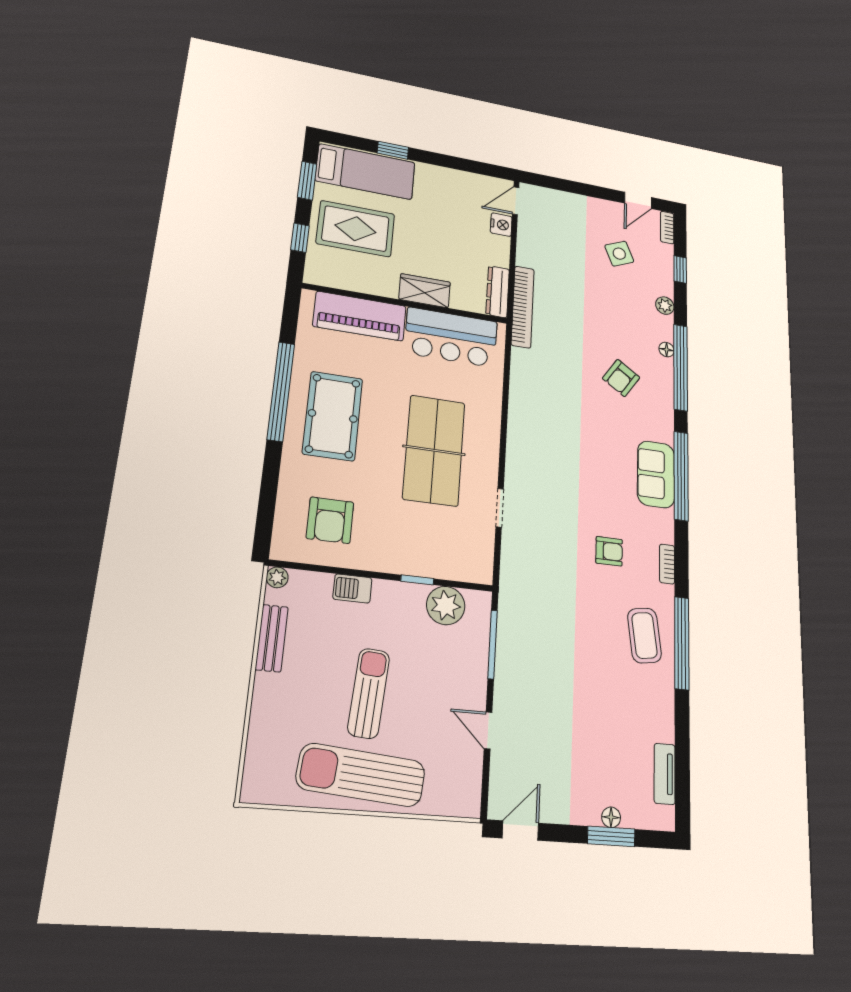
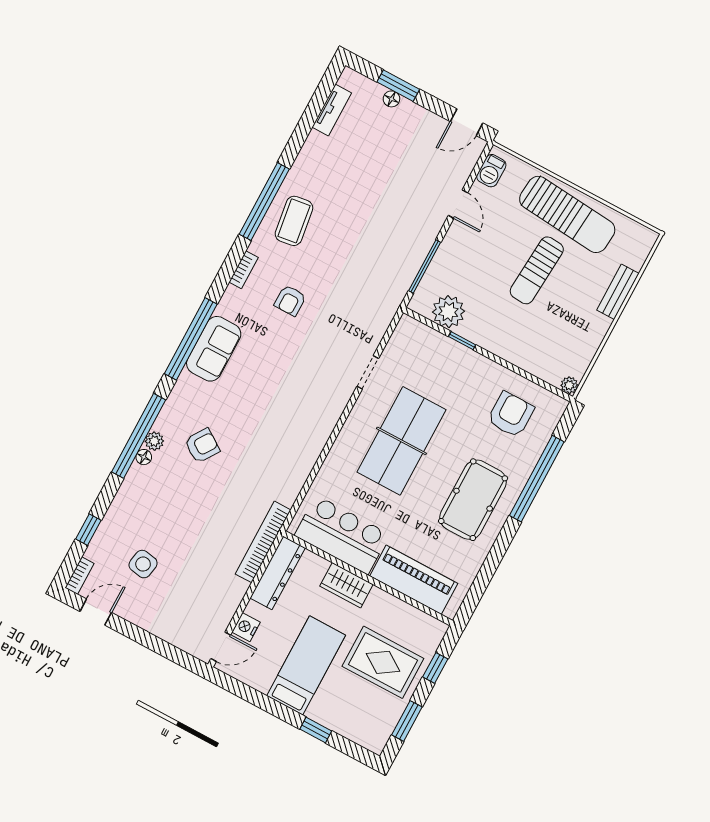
bed: (365, 172) -> (306, 665), moved, turned 90
side table: (619, 254) -> (143, 564), turned 33
dresser: (498, 292) -> (278, 573), width x1.37, depth x1.24
plant: (665, 306) -> (154, 441), moved
window: (281, 391) -> (537, 479), moved
armchair: (609, 551) -> (290, 300), turned -90
barbecue: (352, 589) -> (491, 171), moved, turned 90
bench: (272, 638) -> (618, 292), moved

